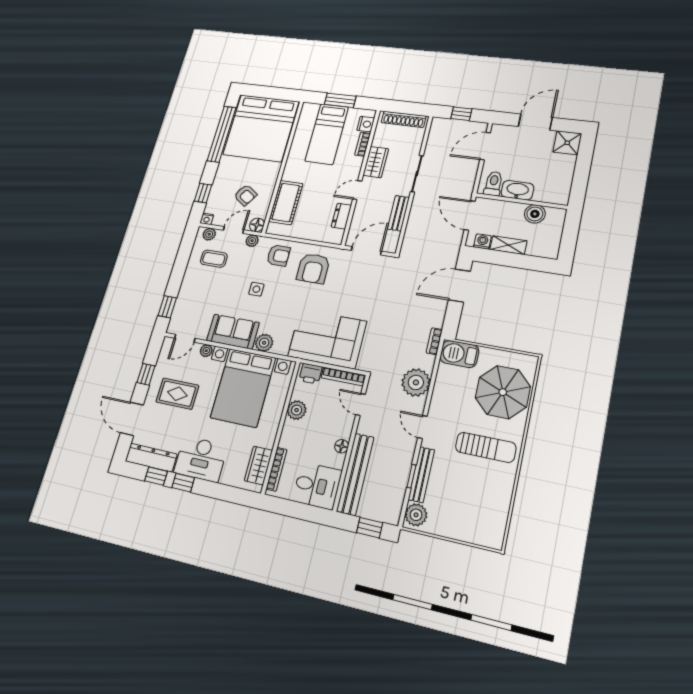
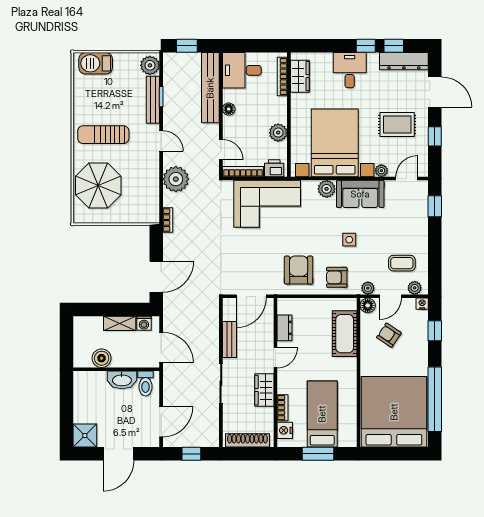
barbecue: (459, 354) -> (96, 63), moved, turned 180
desk: (201, 459) -> (350, 70), width x0.73

